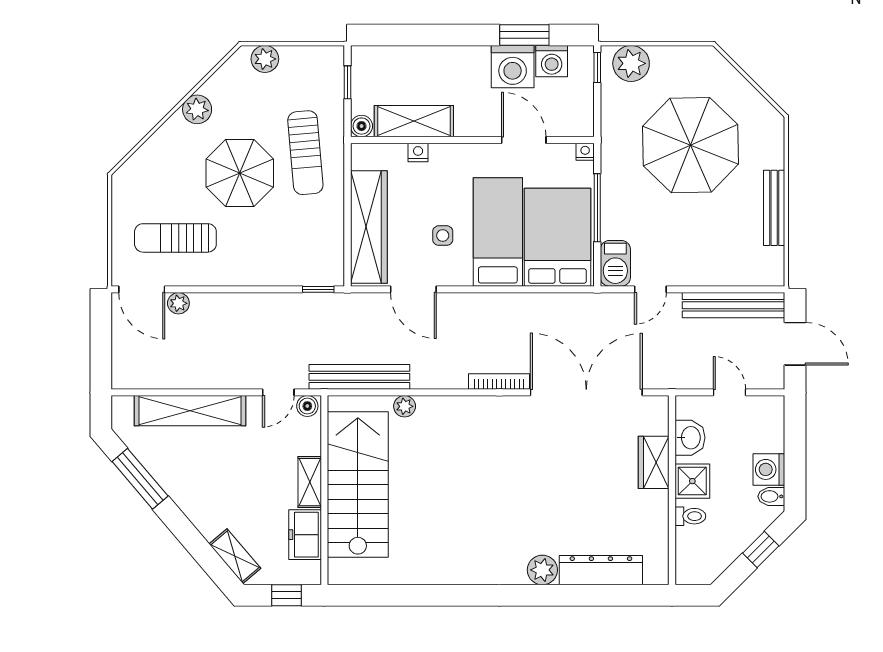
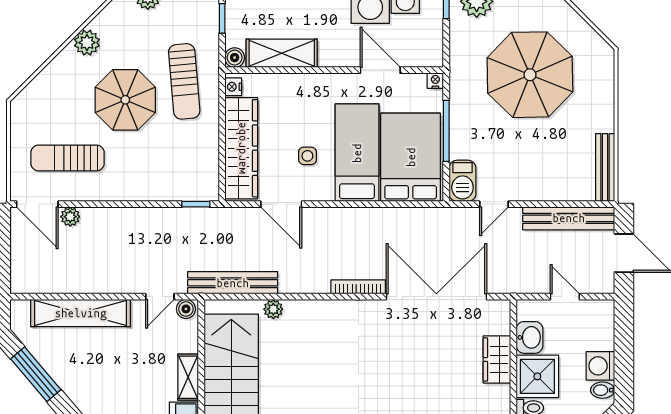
nightstand: (418, 152) -> (233, 87), moved, turned -90
bench: (774, 208) -> (605, 168), moved
shower: (692, 481) -> (537, 376), width x1.36, depth x1.36

